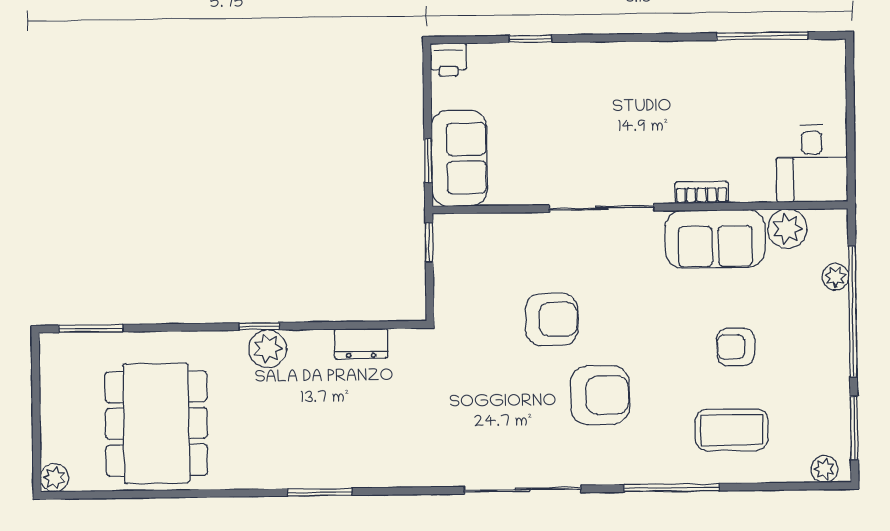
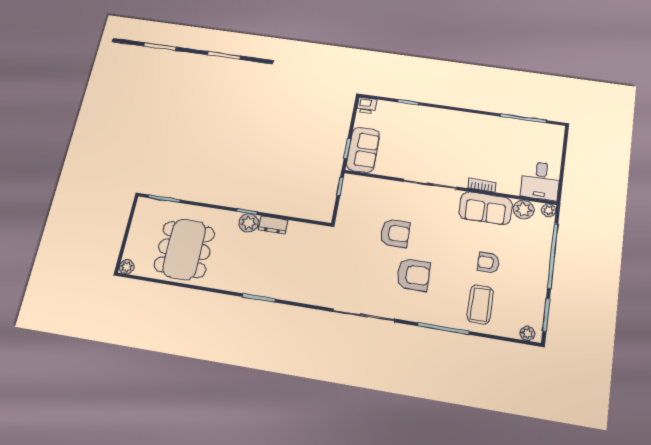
plant: (835, 277) -> (549, 210), moved
dresser: (361, 344) -> (273, 225), moved
coffee table: (732, 430) -> (480, 304), turned 90

